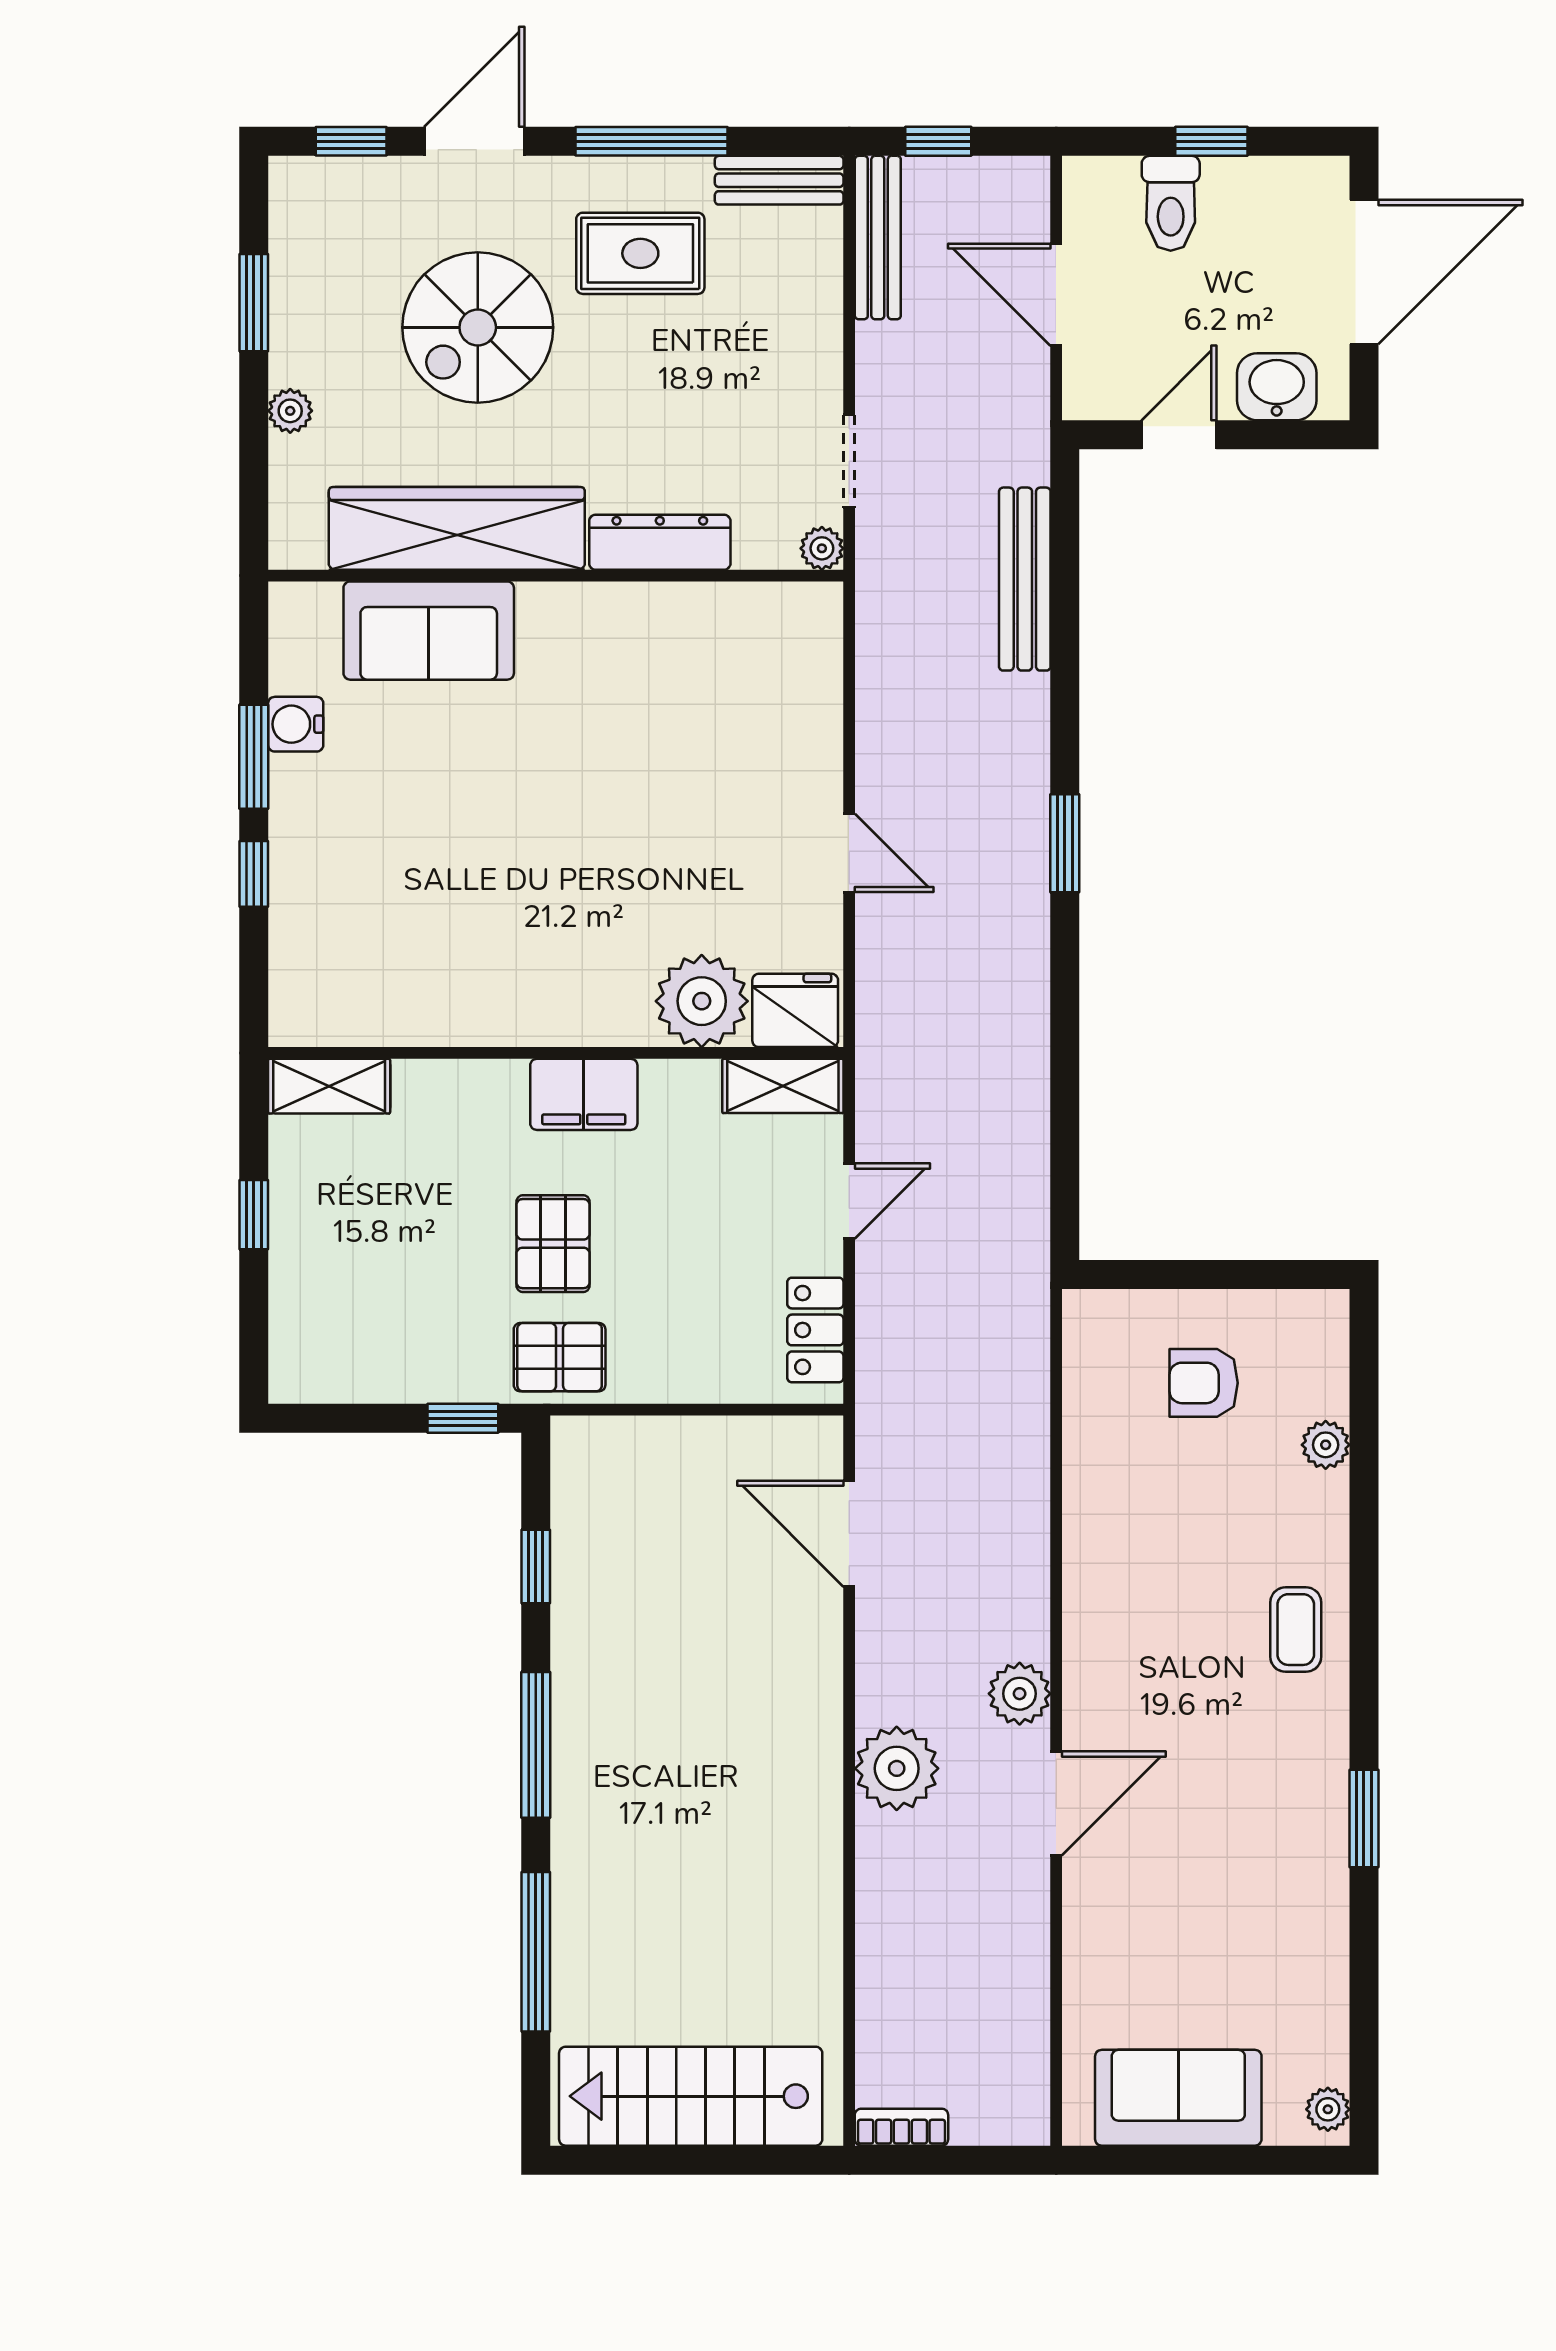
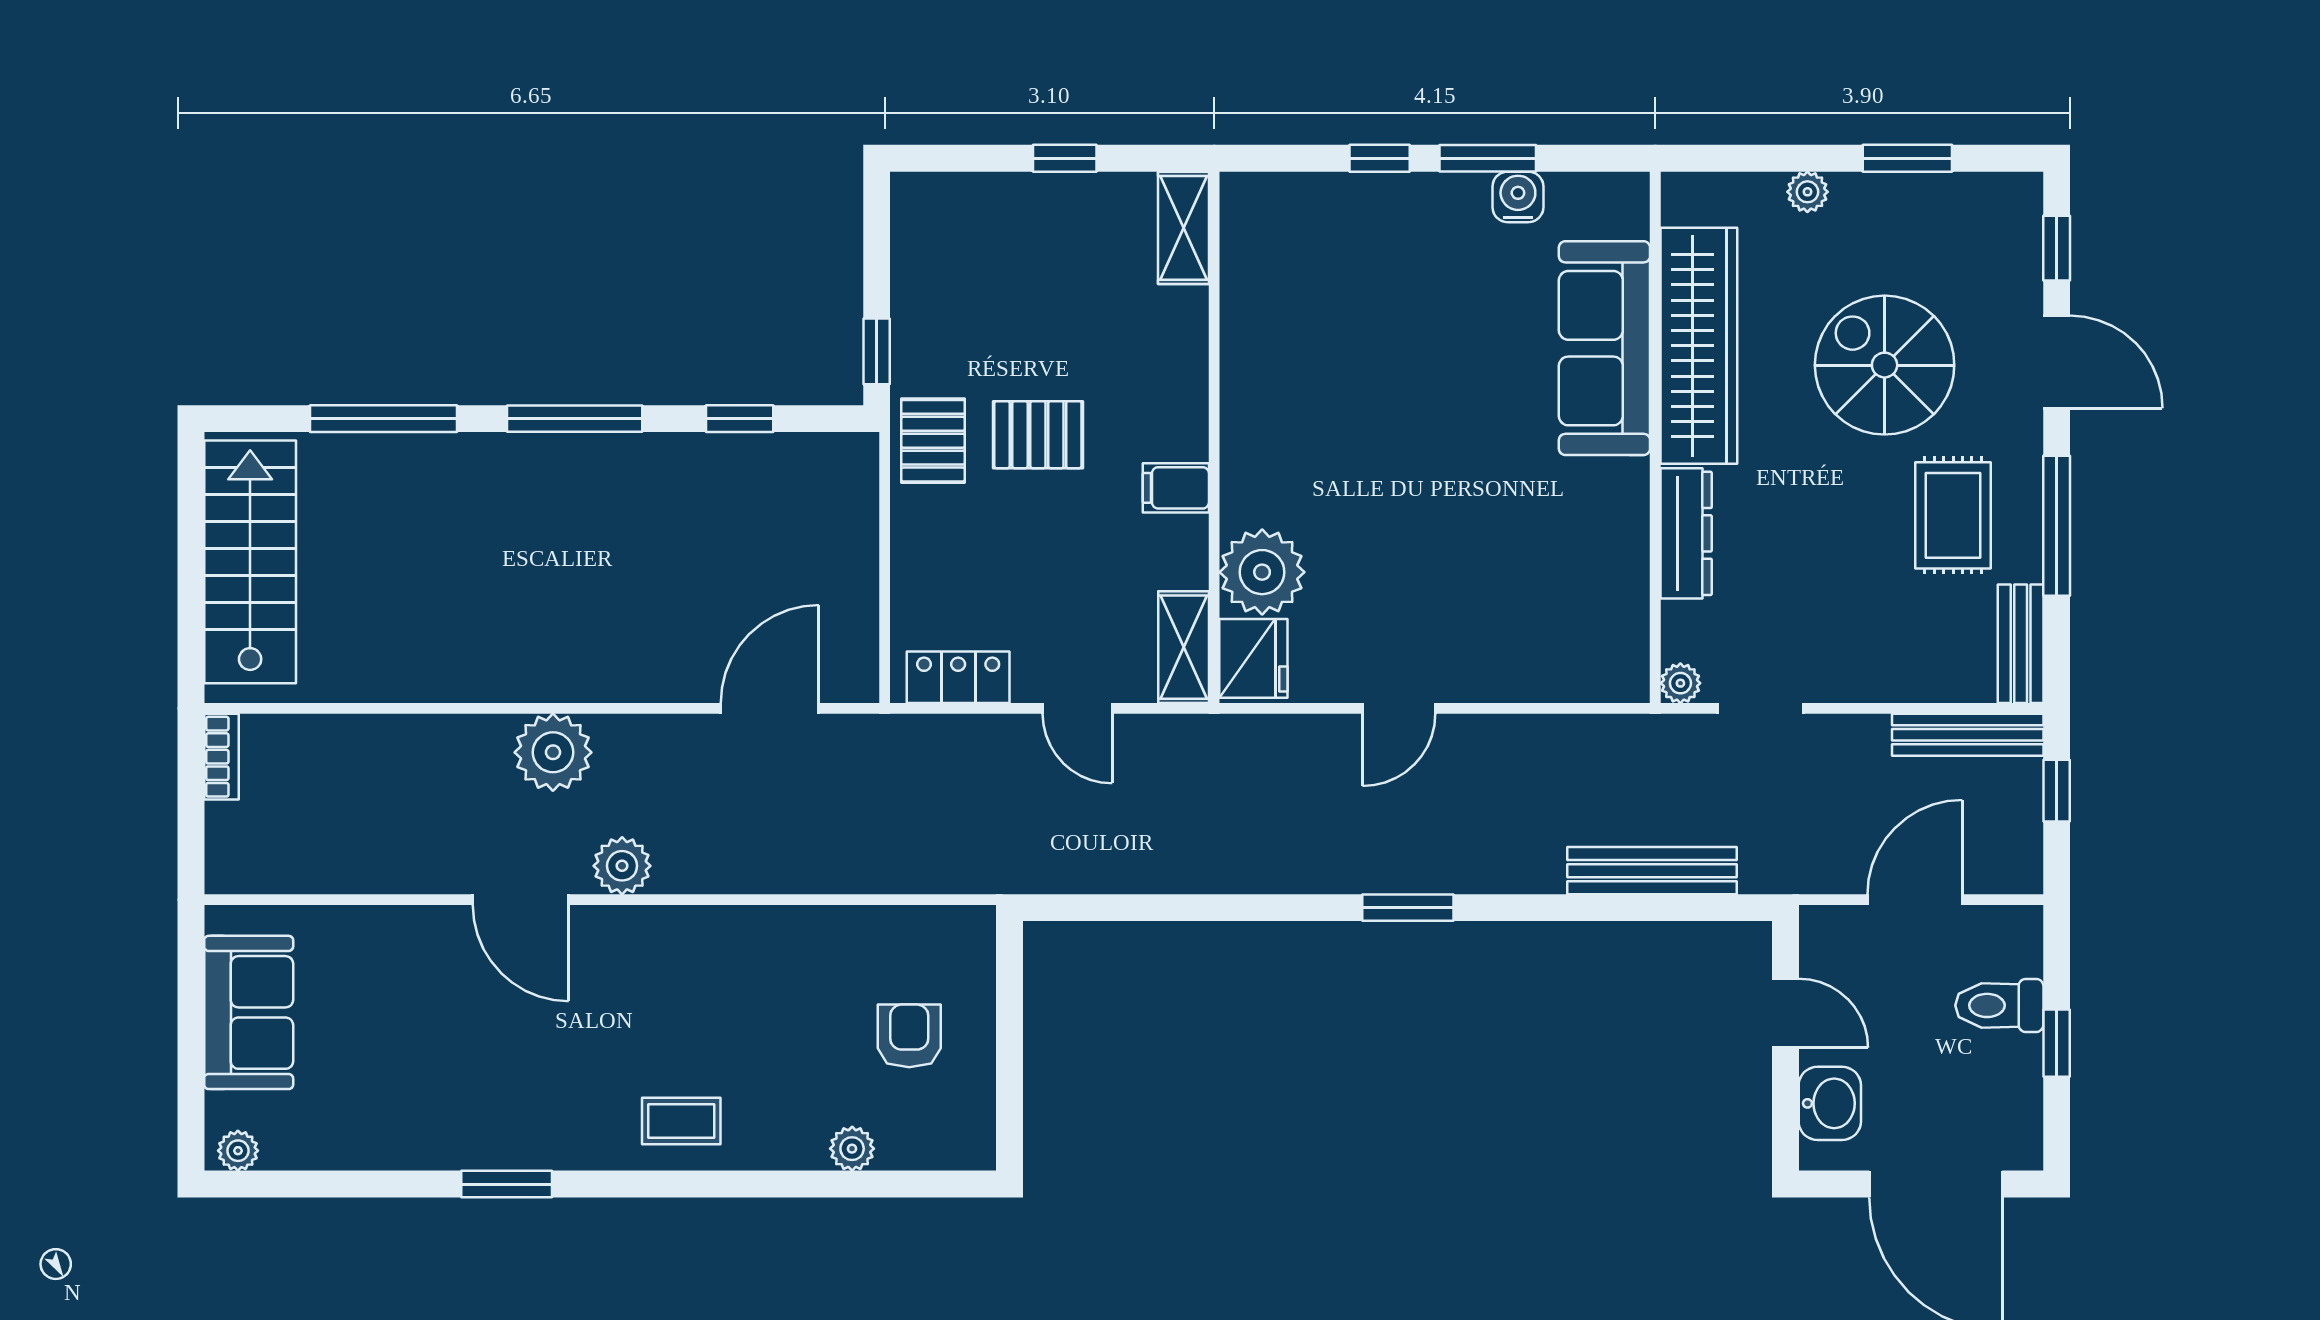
sofa: (429, 631) -> (1604, 348), width x1.36
filing cabinet: (584, 1094) -> (1176, 488), width x0.50

